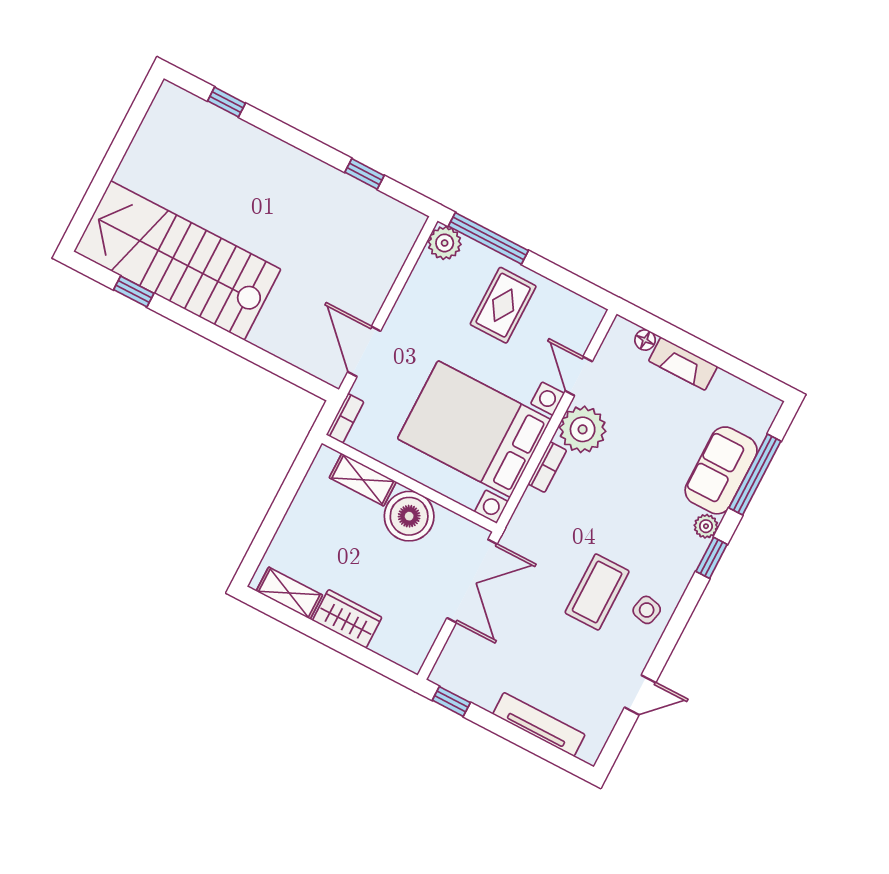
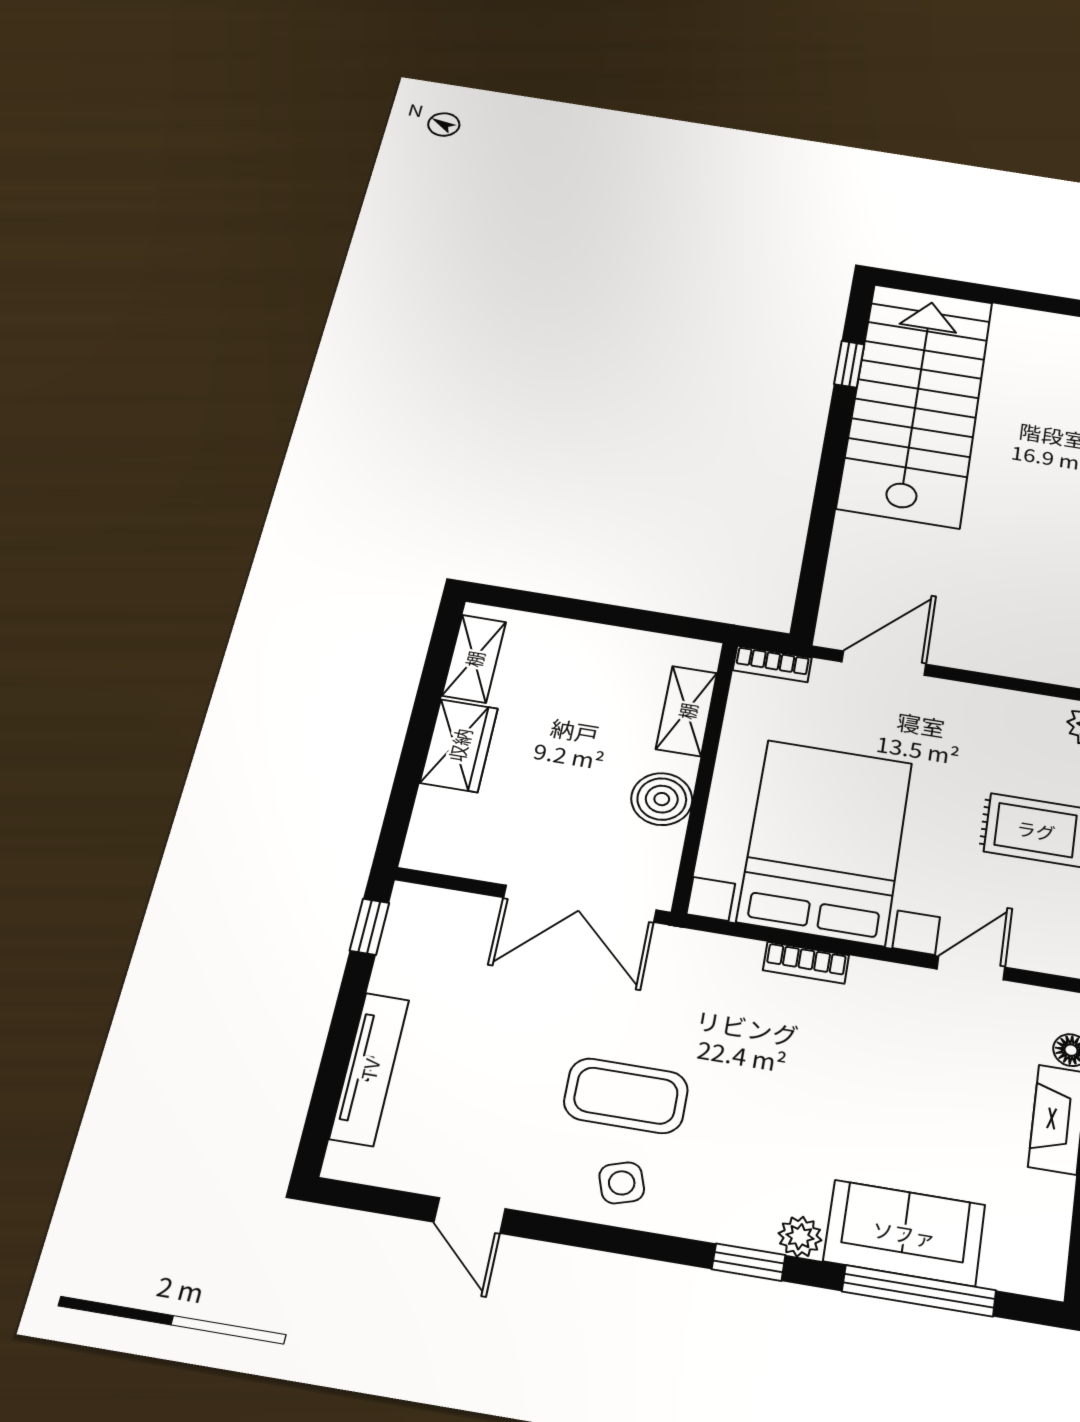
plant: (583, 429) -> (888, 998), removed
boiler: (409, 516) -> (662, 799), width x0.73, depth x0.73
side table: (647, 610) -> (622, 1183), turned -31

